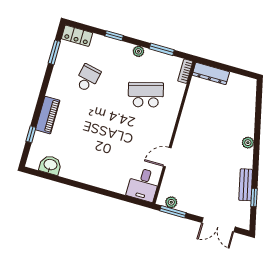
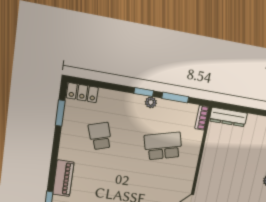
window: (114, 36) -> (144, 92), moved
school desk: (88, 78) -> (100, 136), turned -30

